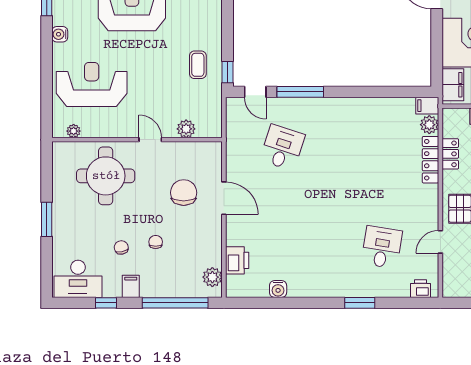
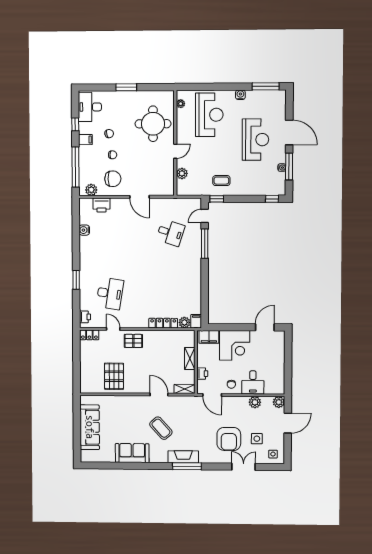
locker: (450, 154) -> (89, 335), moved
chair: (184, 193) -> (113, 179), moved
door: (224, 198) -> (139, 197), hinge flipped
desk: (382, 247) -> (110, 293), width x1.37

